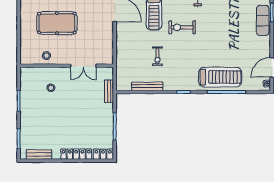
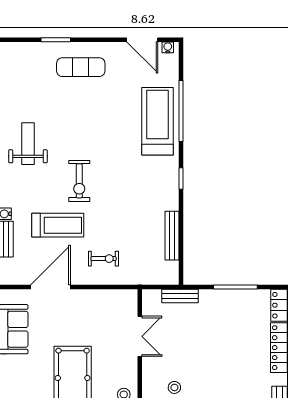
exercise mat: (263, 21) -> (81, 67), moved
exercise bike: (157, 56) -> (104, 259), moved

